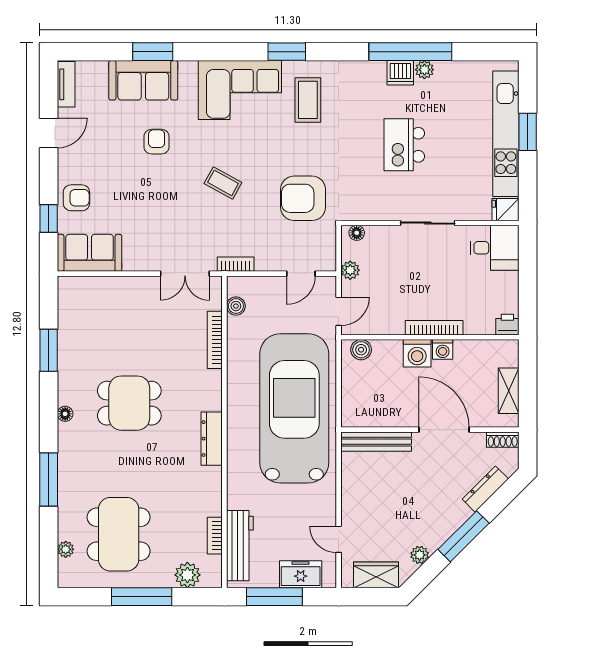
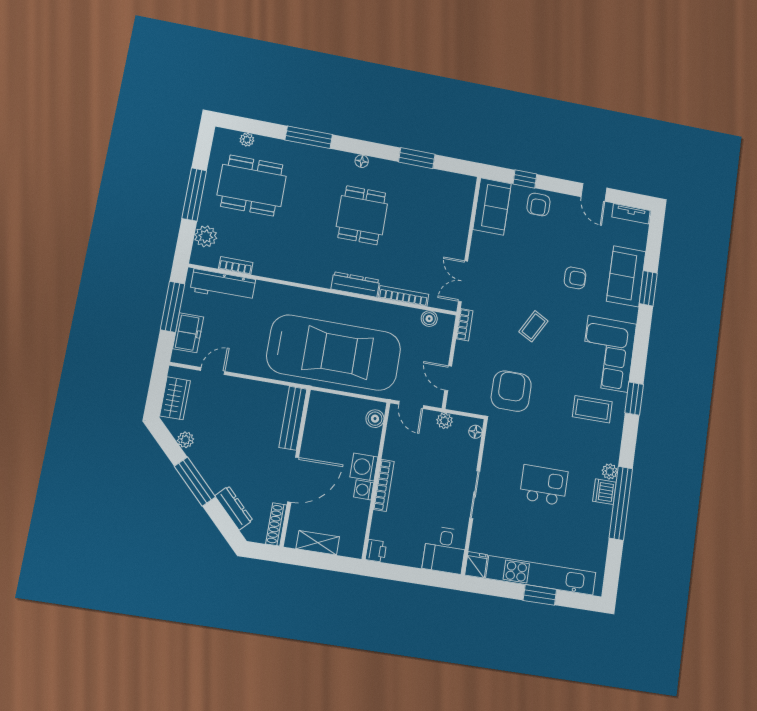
plant: (424, 70) -> (610, 471), moved
dresser: (212, 439) -> (355, 285), moved
shoe rack: (503, 440) -> (276, 524), width x1.43

